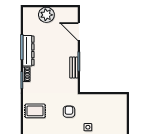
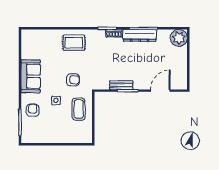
plant: (46, 15) -> (179, 38), moved
coffee table: (96, 106) -> (79, 109), added
rug: (35, 111) -> (74, 43), turned 90

